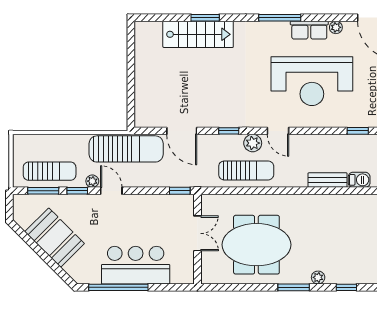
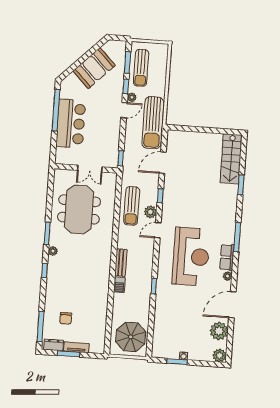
stairs: (198, 34) -> (231, 159), moved
reception desk: (312, 81) -> (191, 257), turned 180

